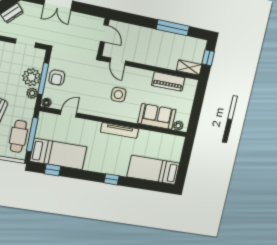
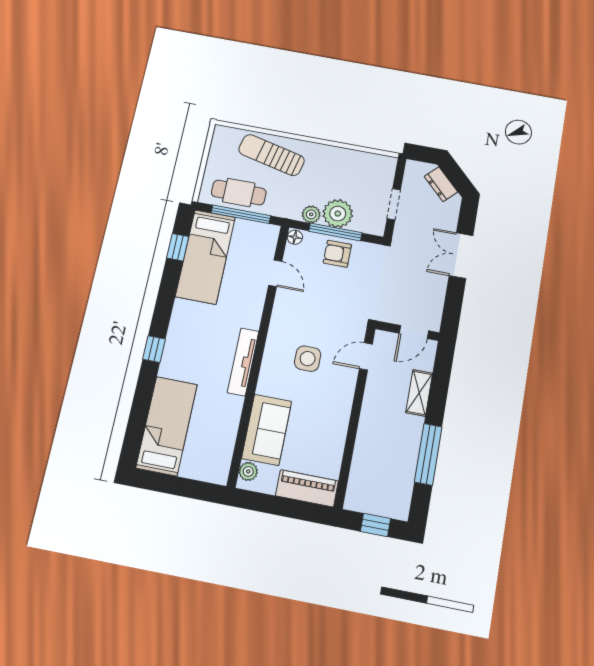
shelving: (189, 68) -> (419, 393), moved
piano: (168, 81) -> (307, 488), moved, turned 90

